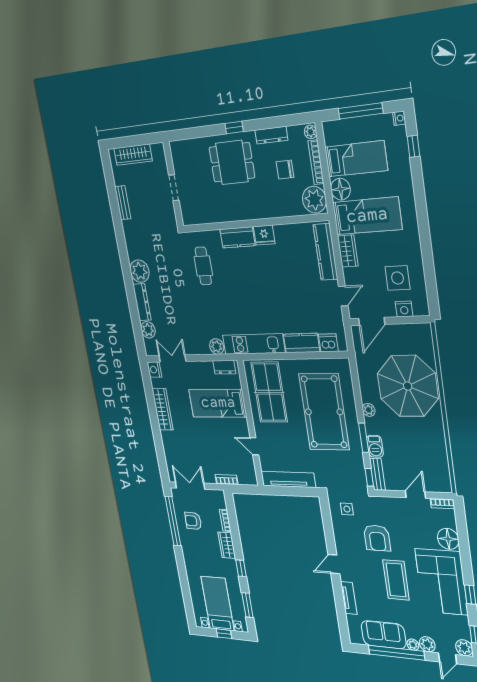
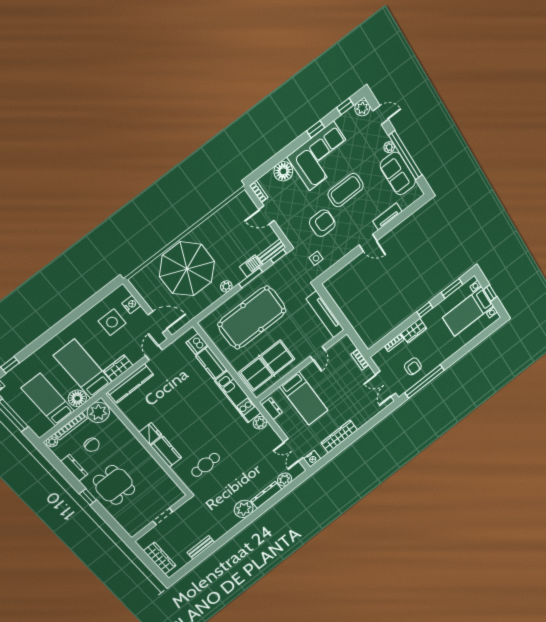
door: (343, 296) -> (154, 353), hinge flipped
plant: (427, 644) -> (381, 137), removed

